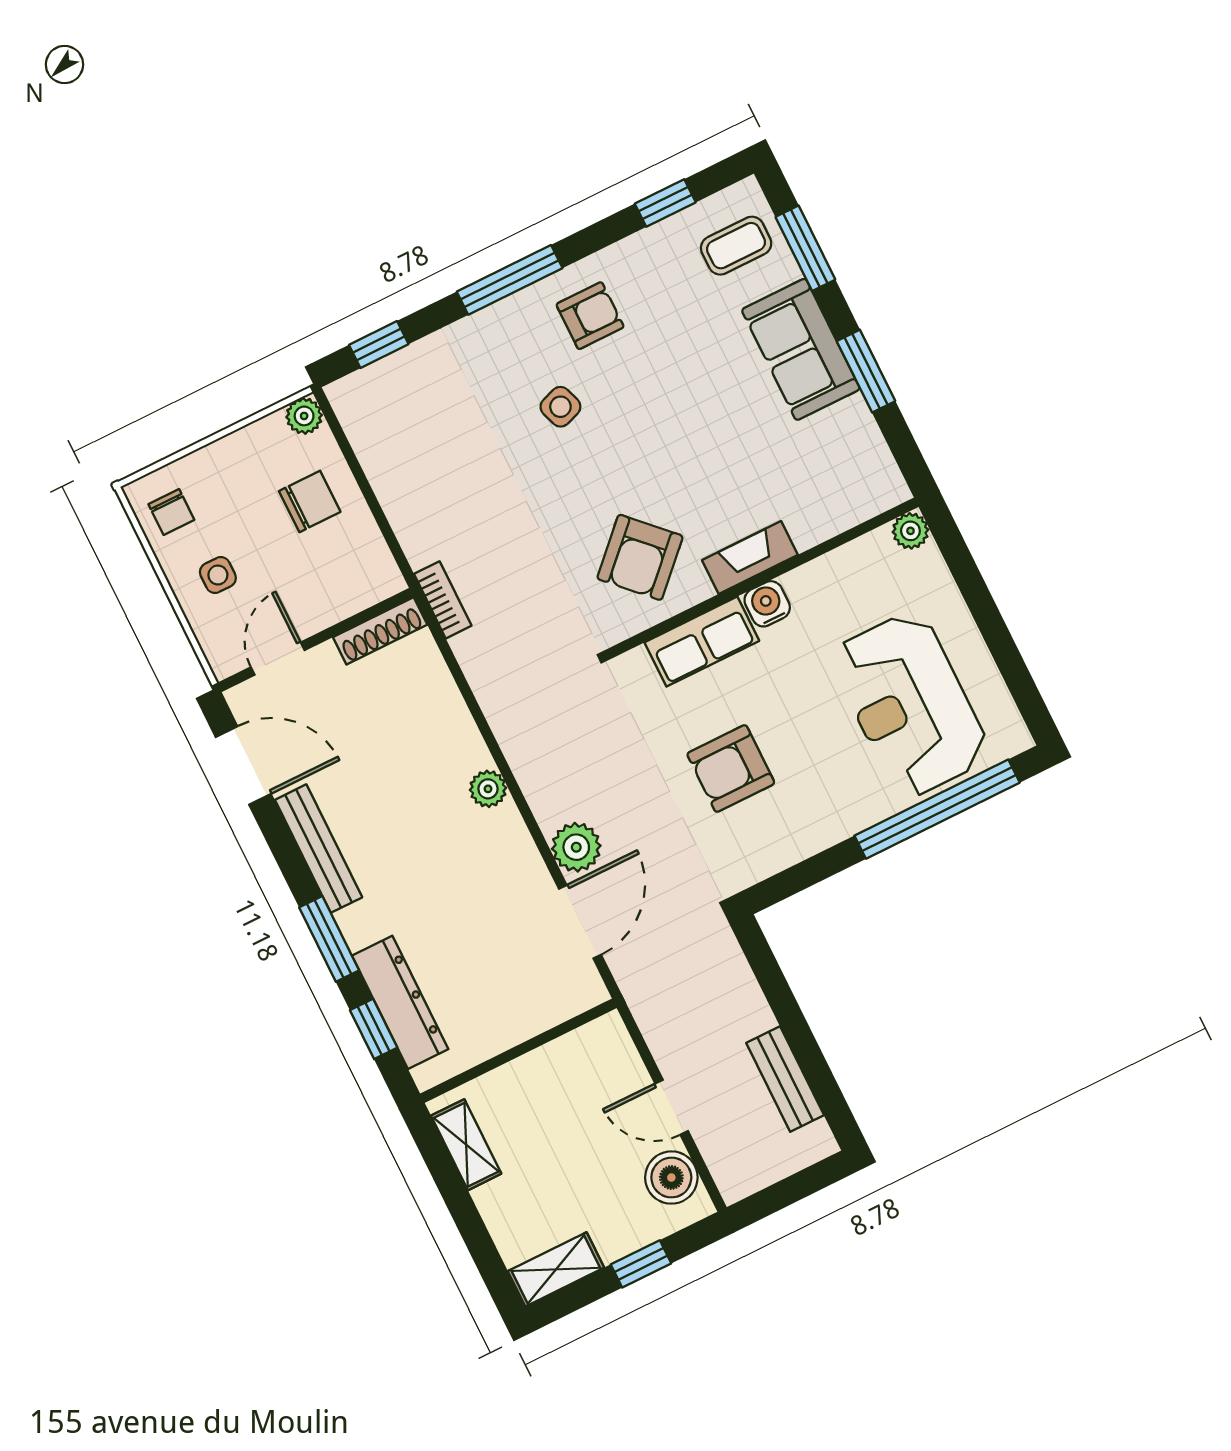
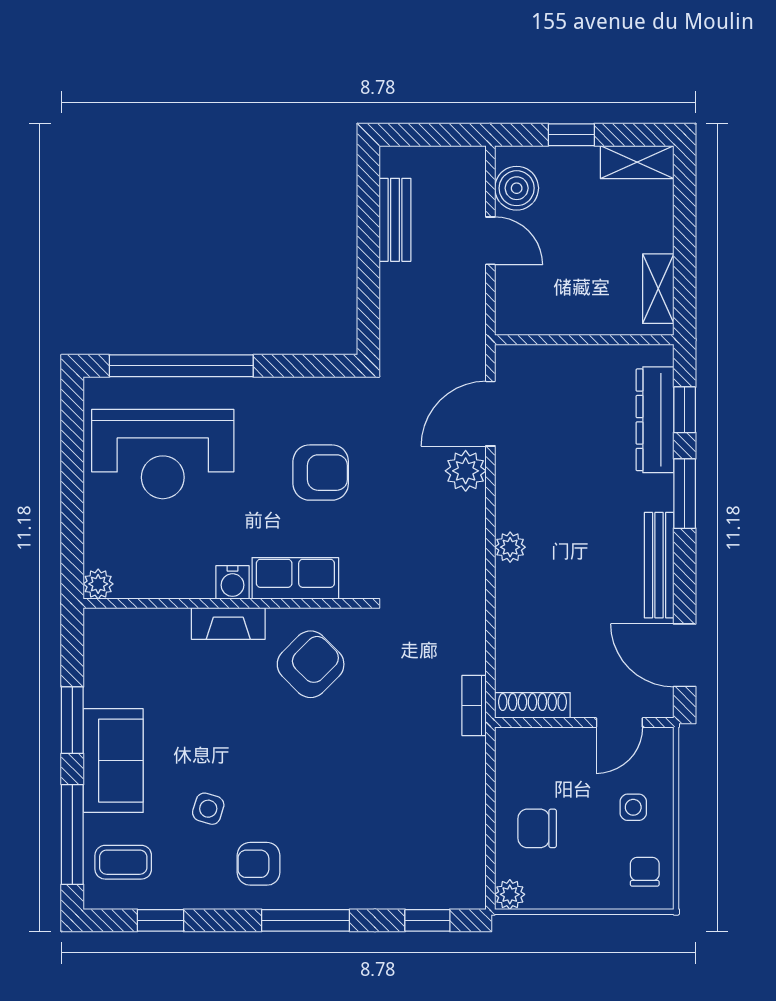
window: (805, 248) -> (72, 835), width x1.44
side table: (560, 407) -> (208, 809), moved, turned 36
reception desk: (910, 705) -> (163, 454), turned 90

